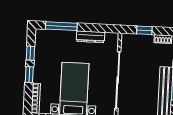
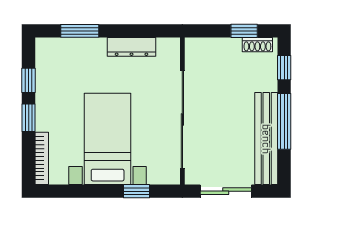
window: (61, 26) -> (80, 31), width x0.69
window: (144, 30) -> (244, 31), moved

